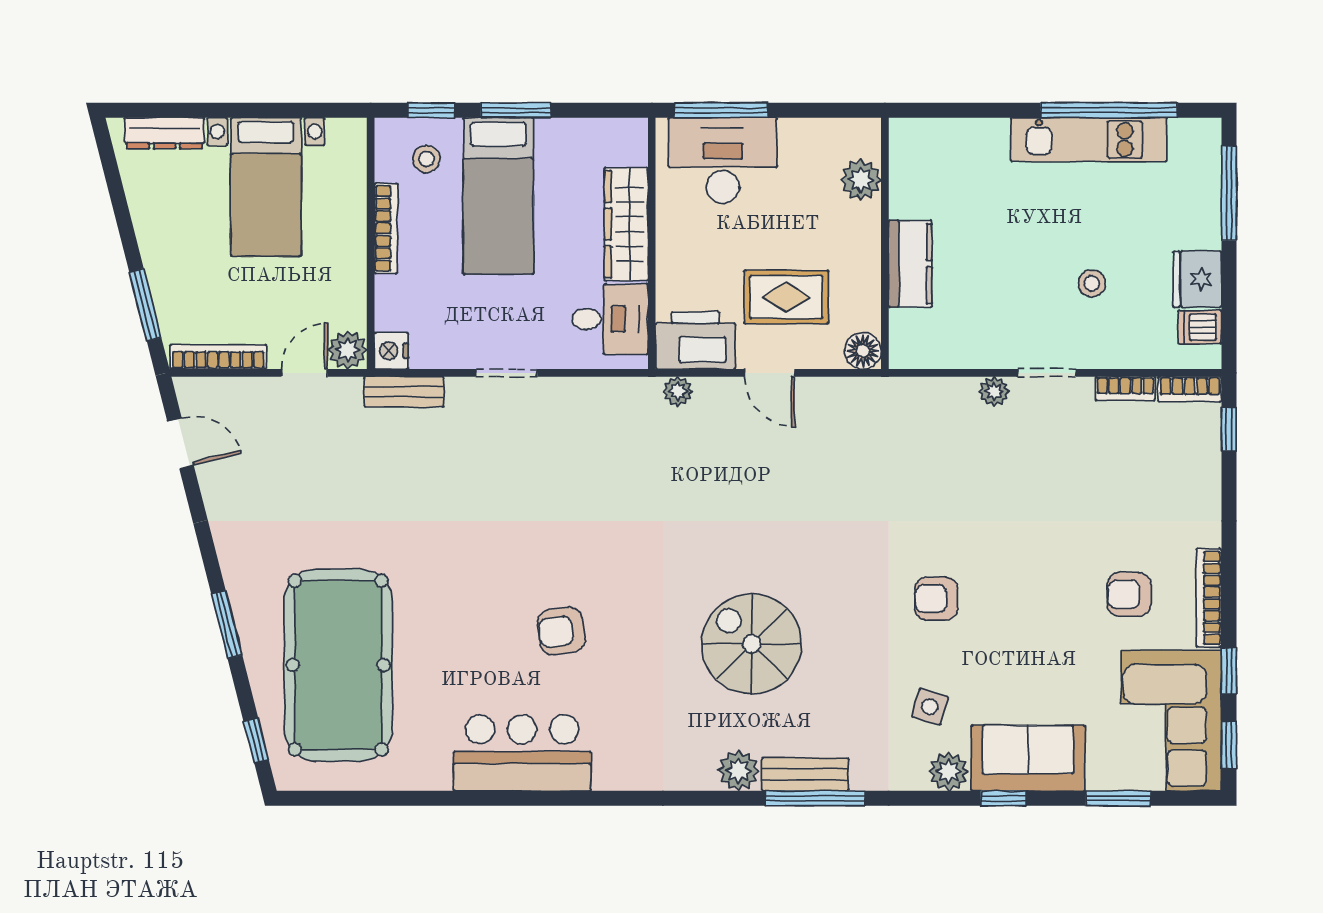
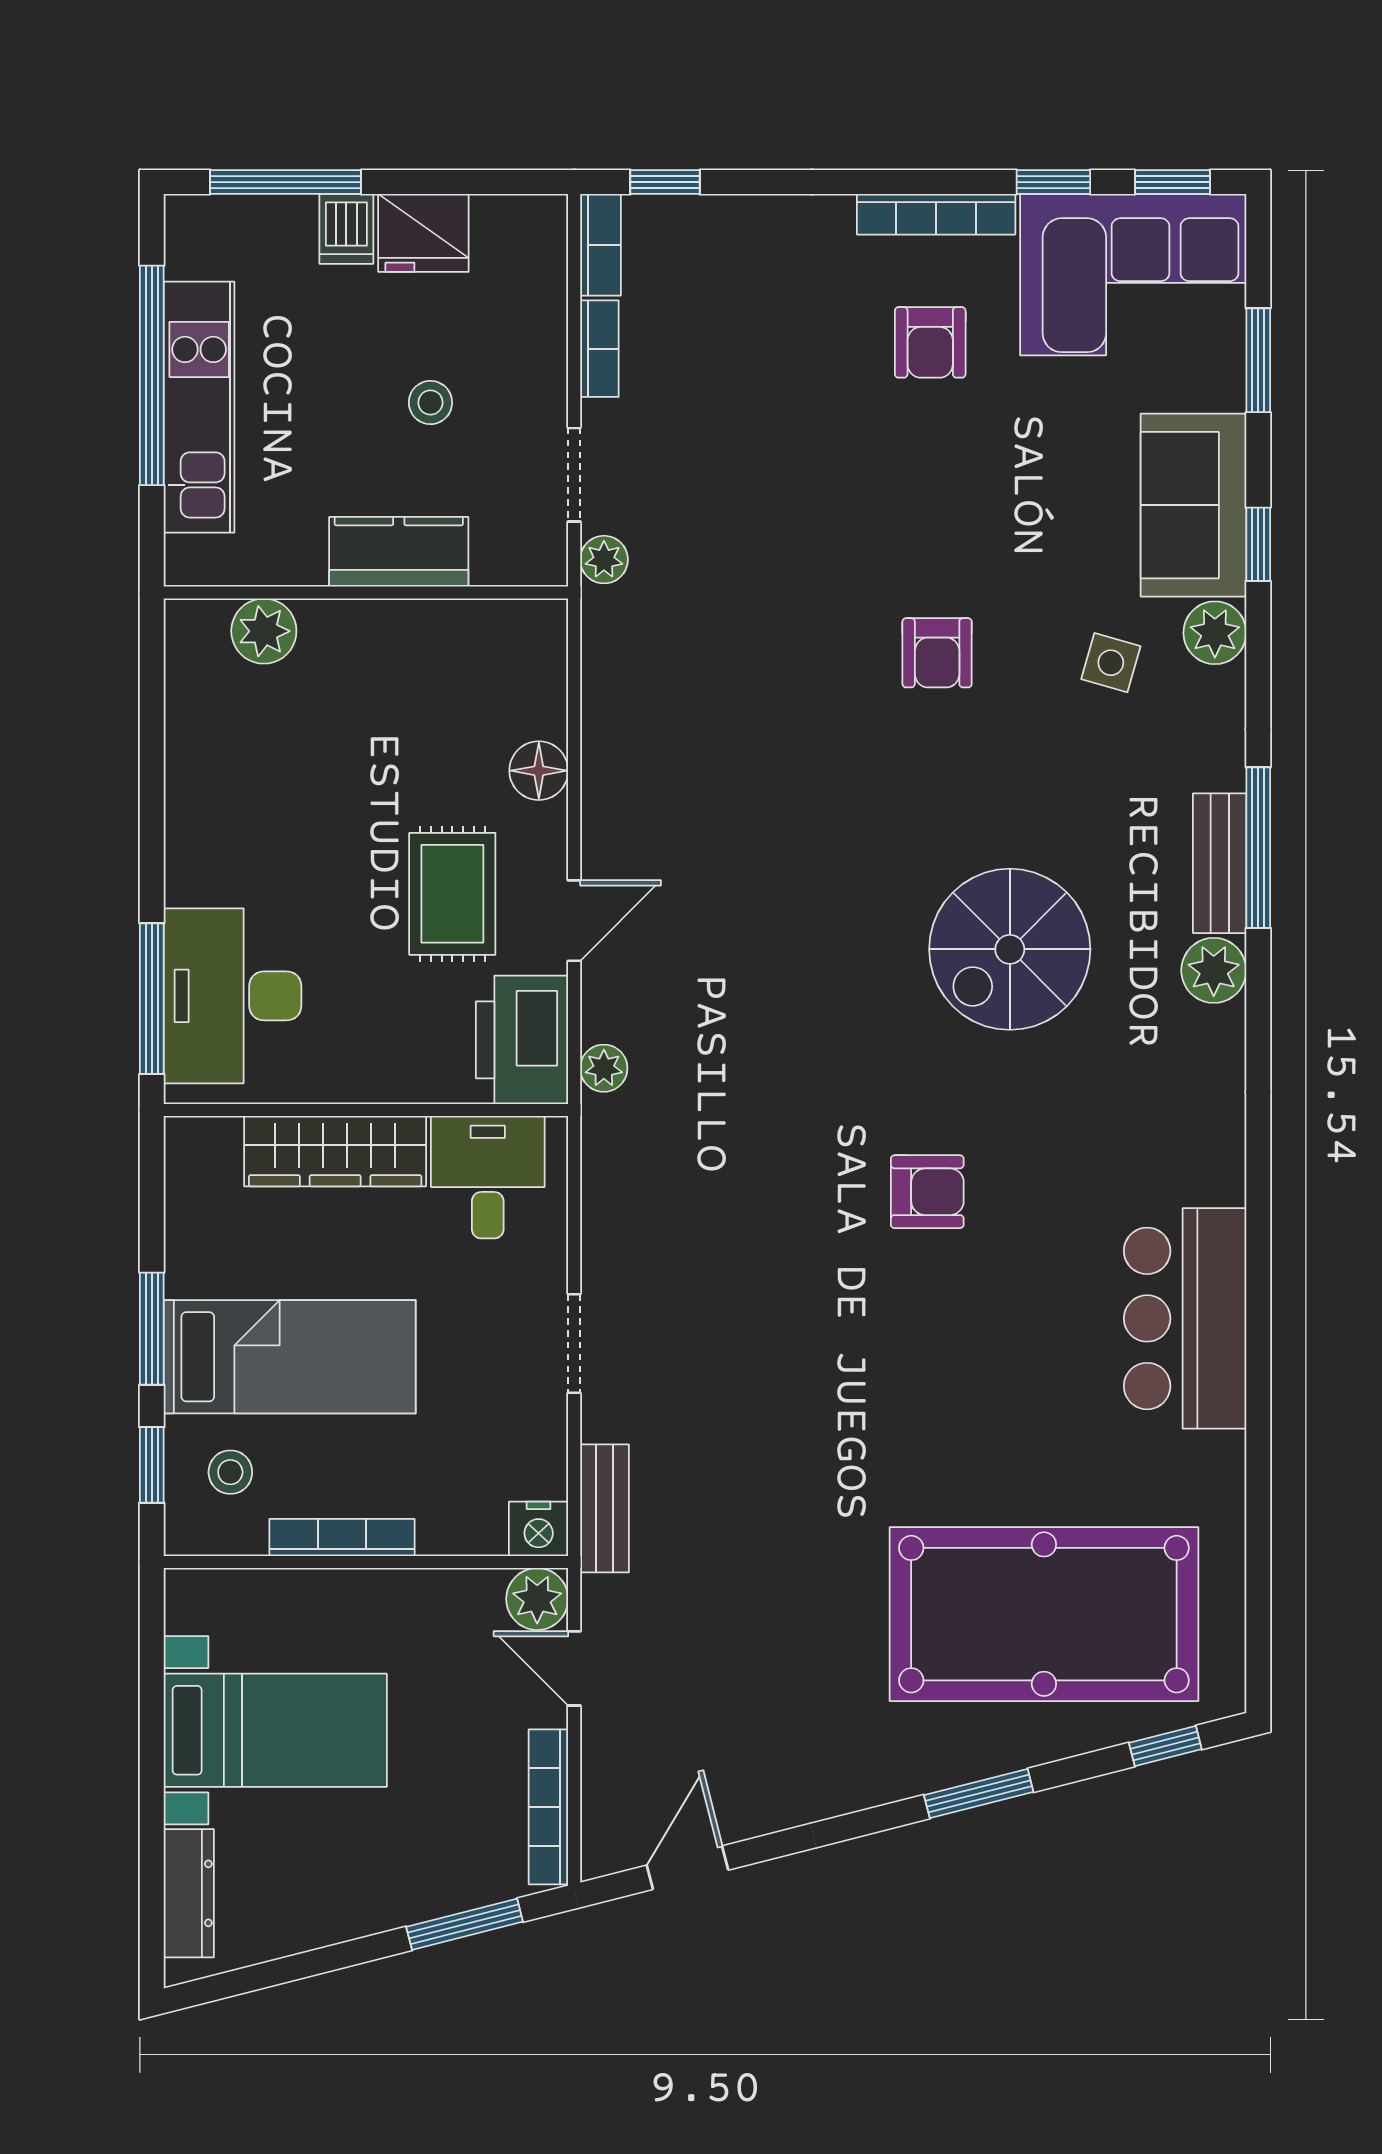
plant: (861, 180) -> (264, 631), moved
wall: (885, 243) -> (366, 593), moved
kitchen counter: (910, 264) -> (399, 552), moved
dishwasher: (1200, 327) -> (346, 229), moved
armchair: (561, 631) -> (927, 1192), moved, turned -82

